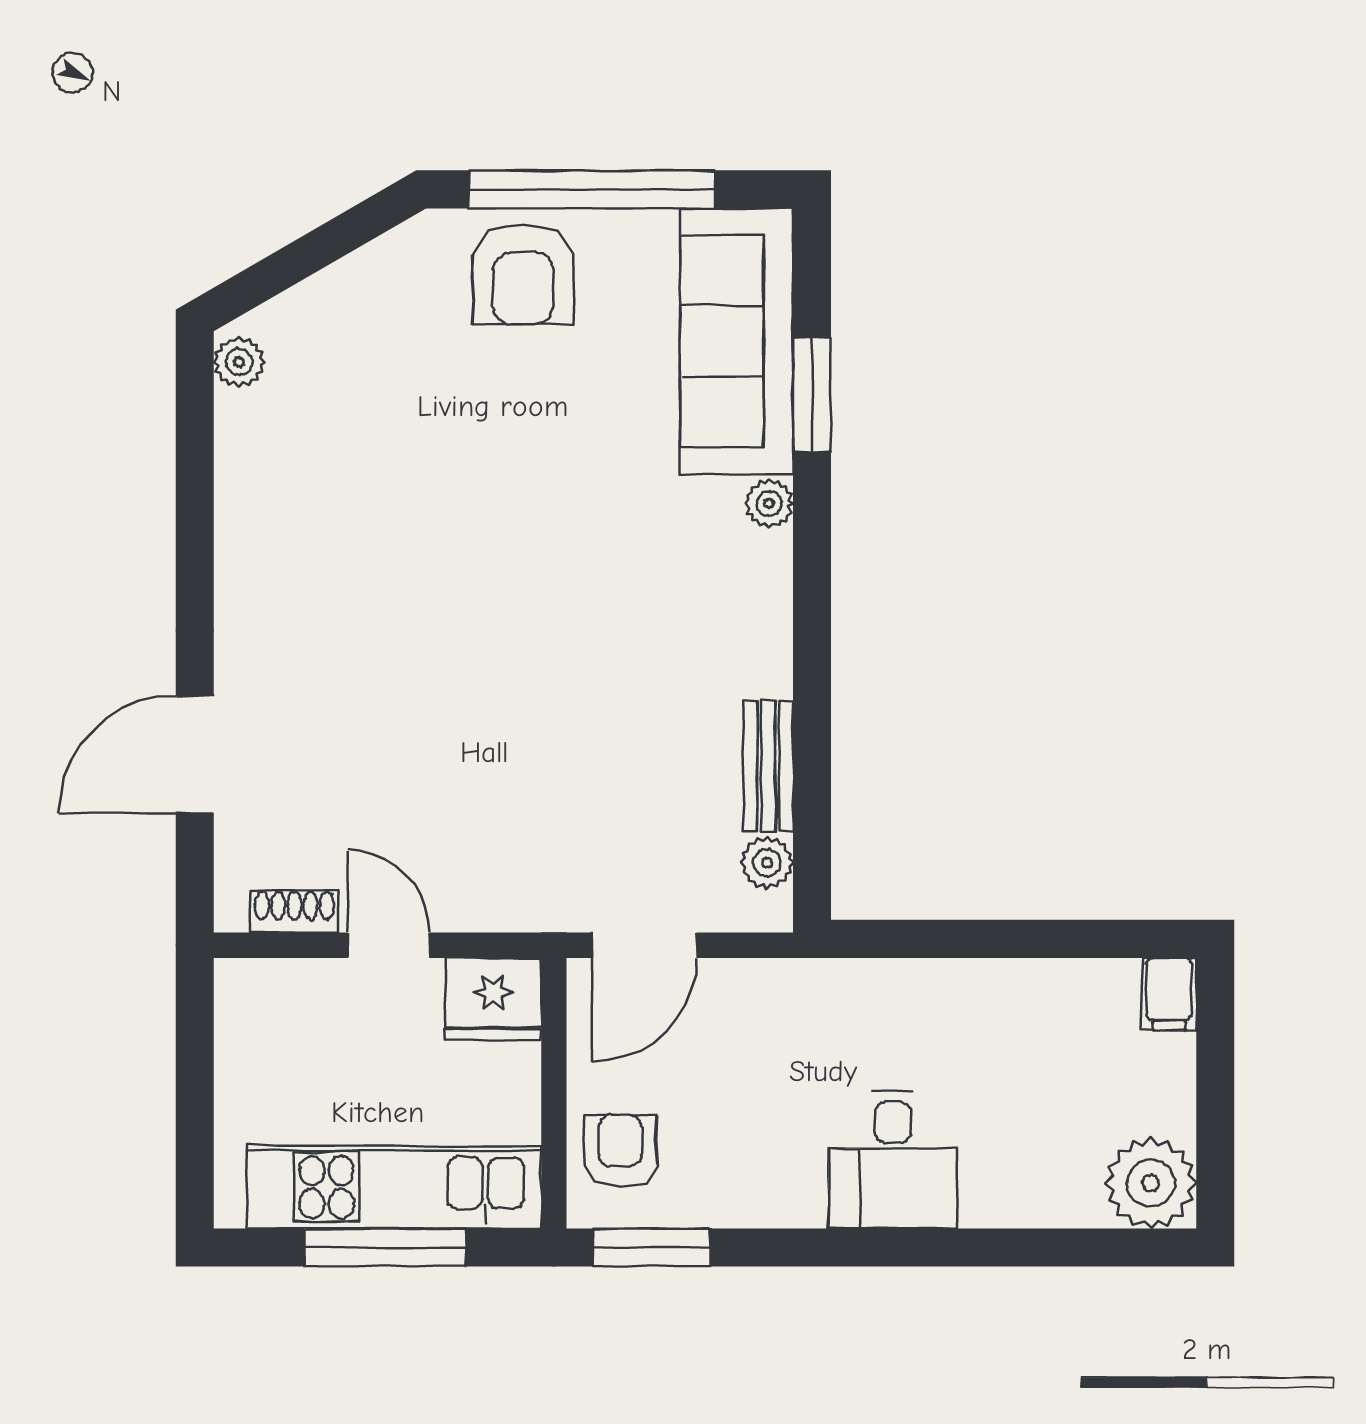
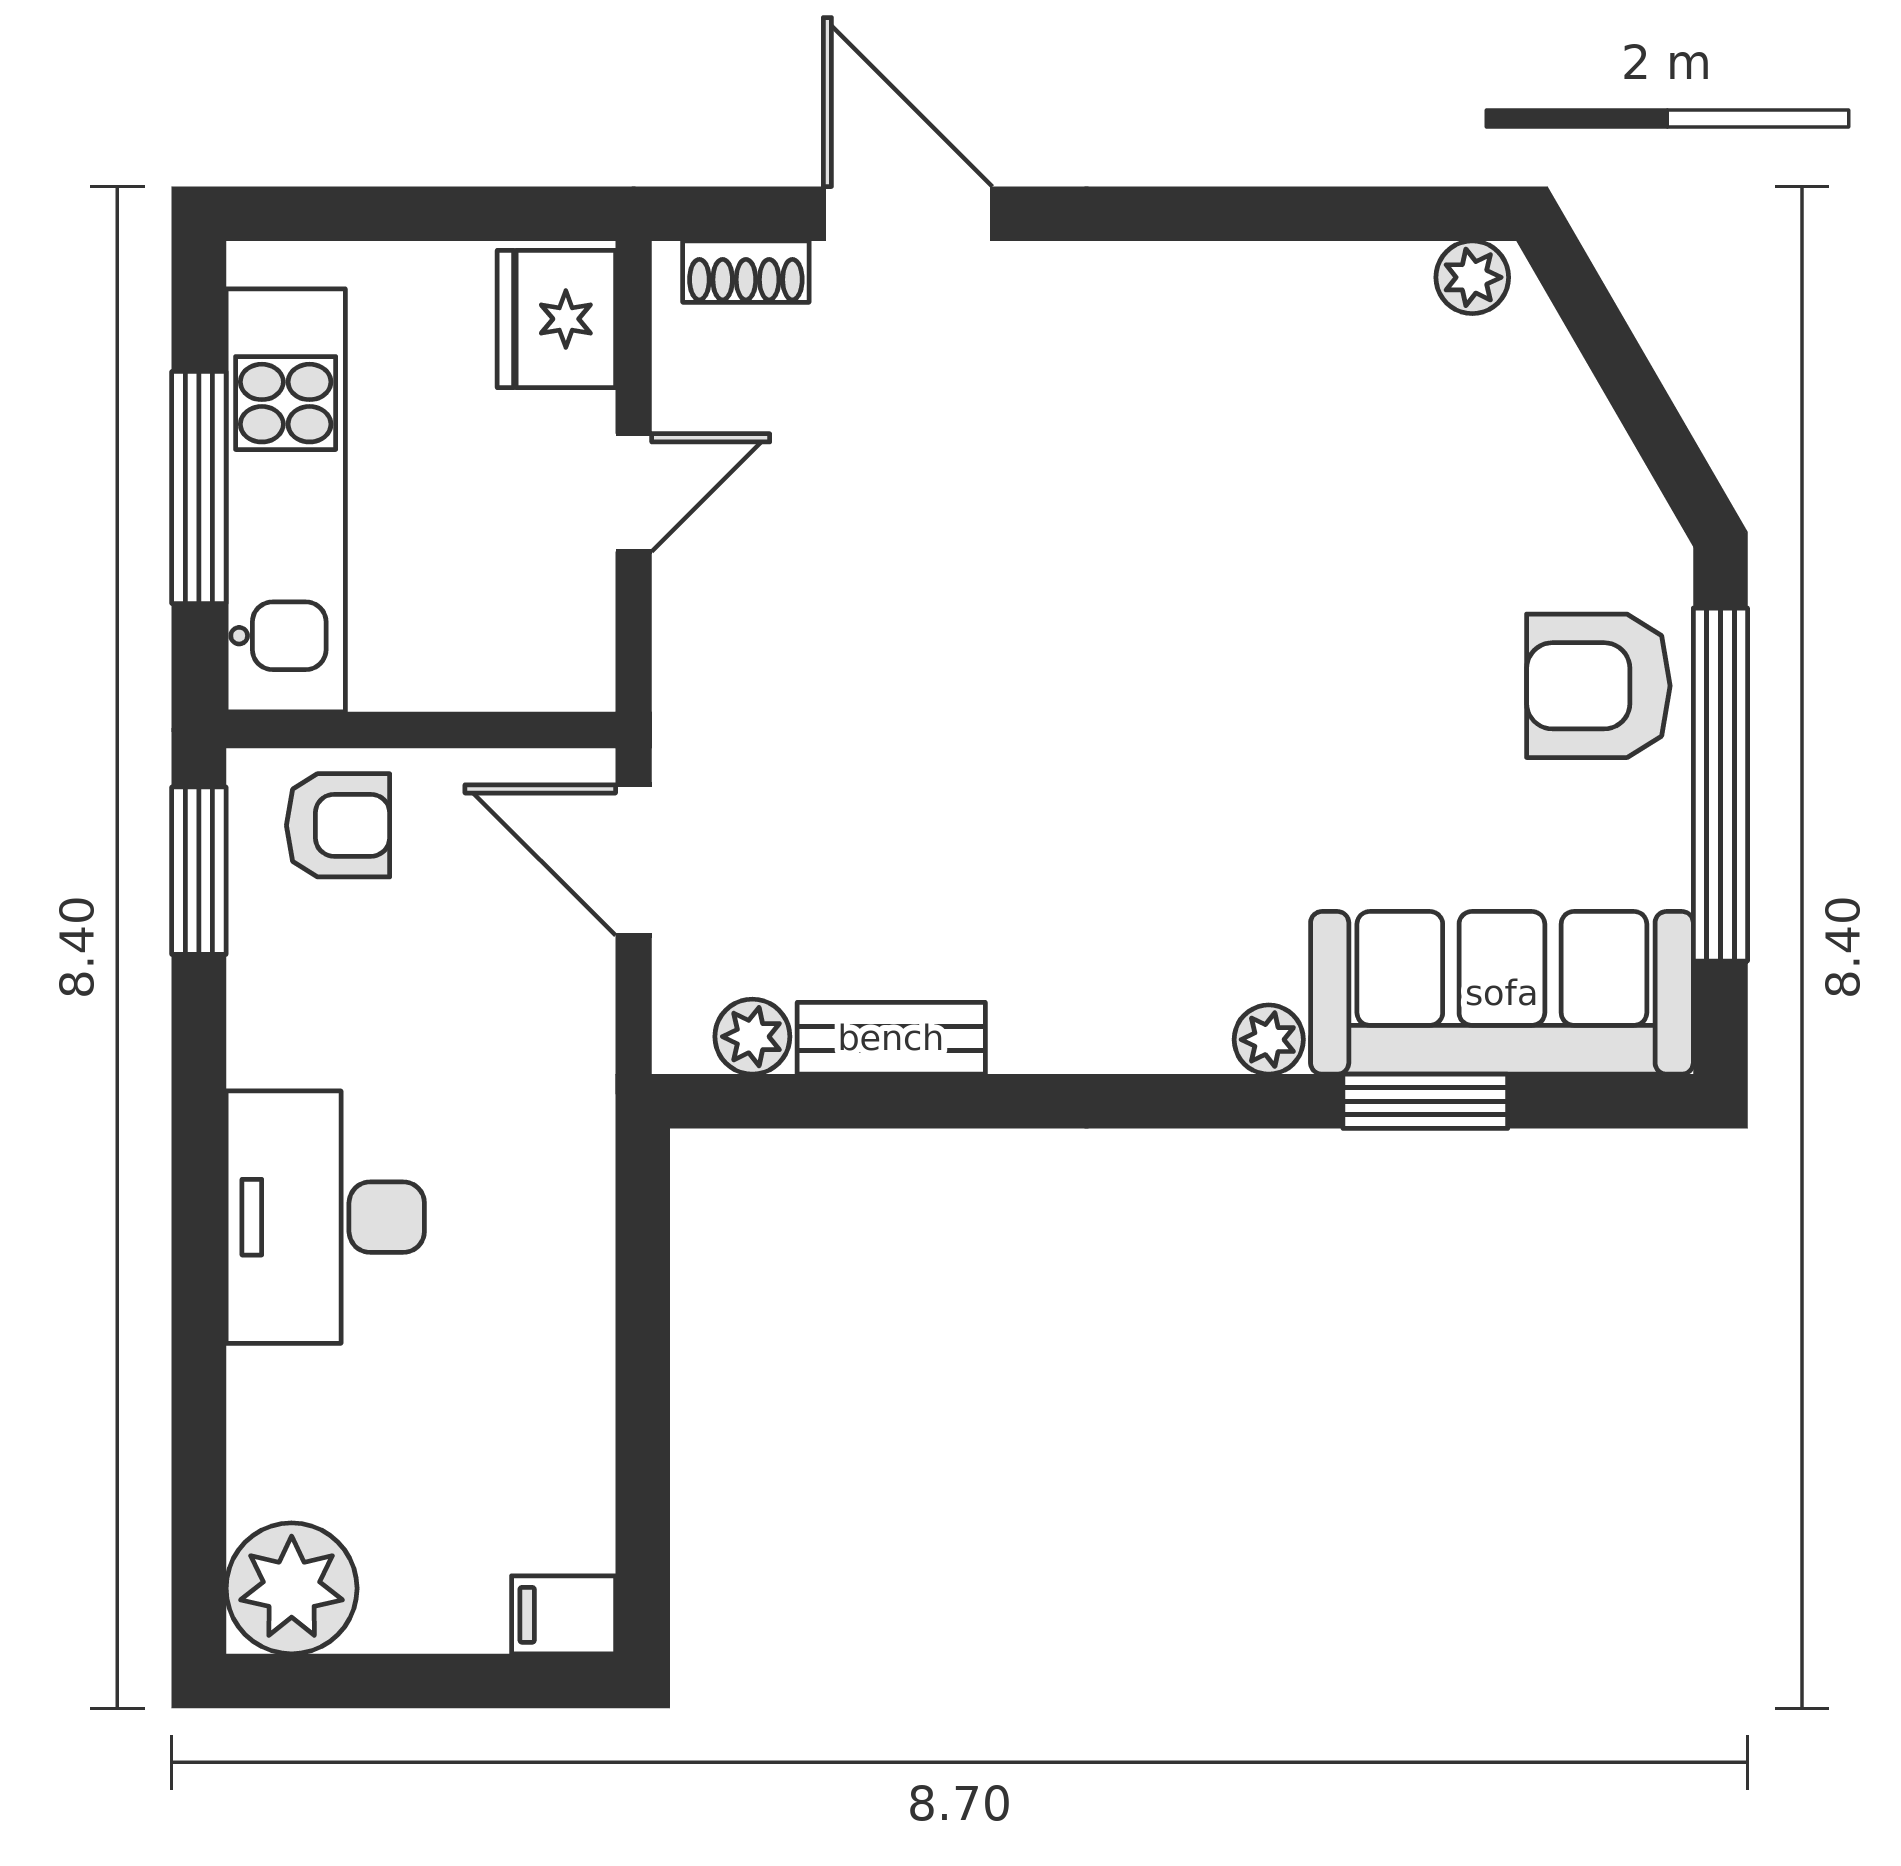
shoe rack: (294, 911) -> (746, 272), moved, turned 90
fridge: (493, 999) -> (556, 319), moved
desk: (893, 1160) -> (325, 1217), width x1.37

